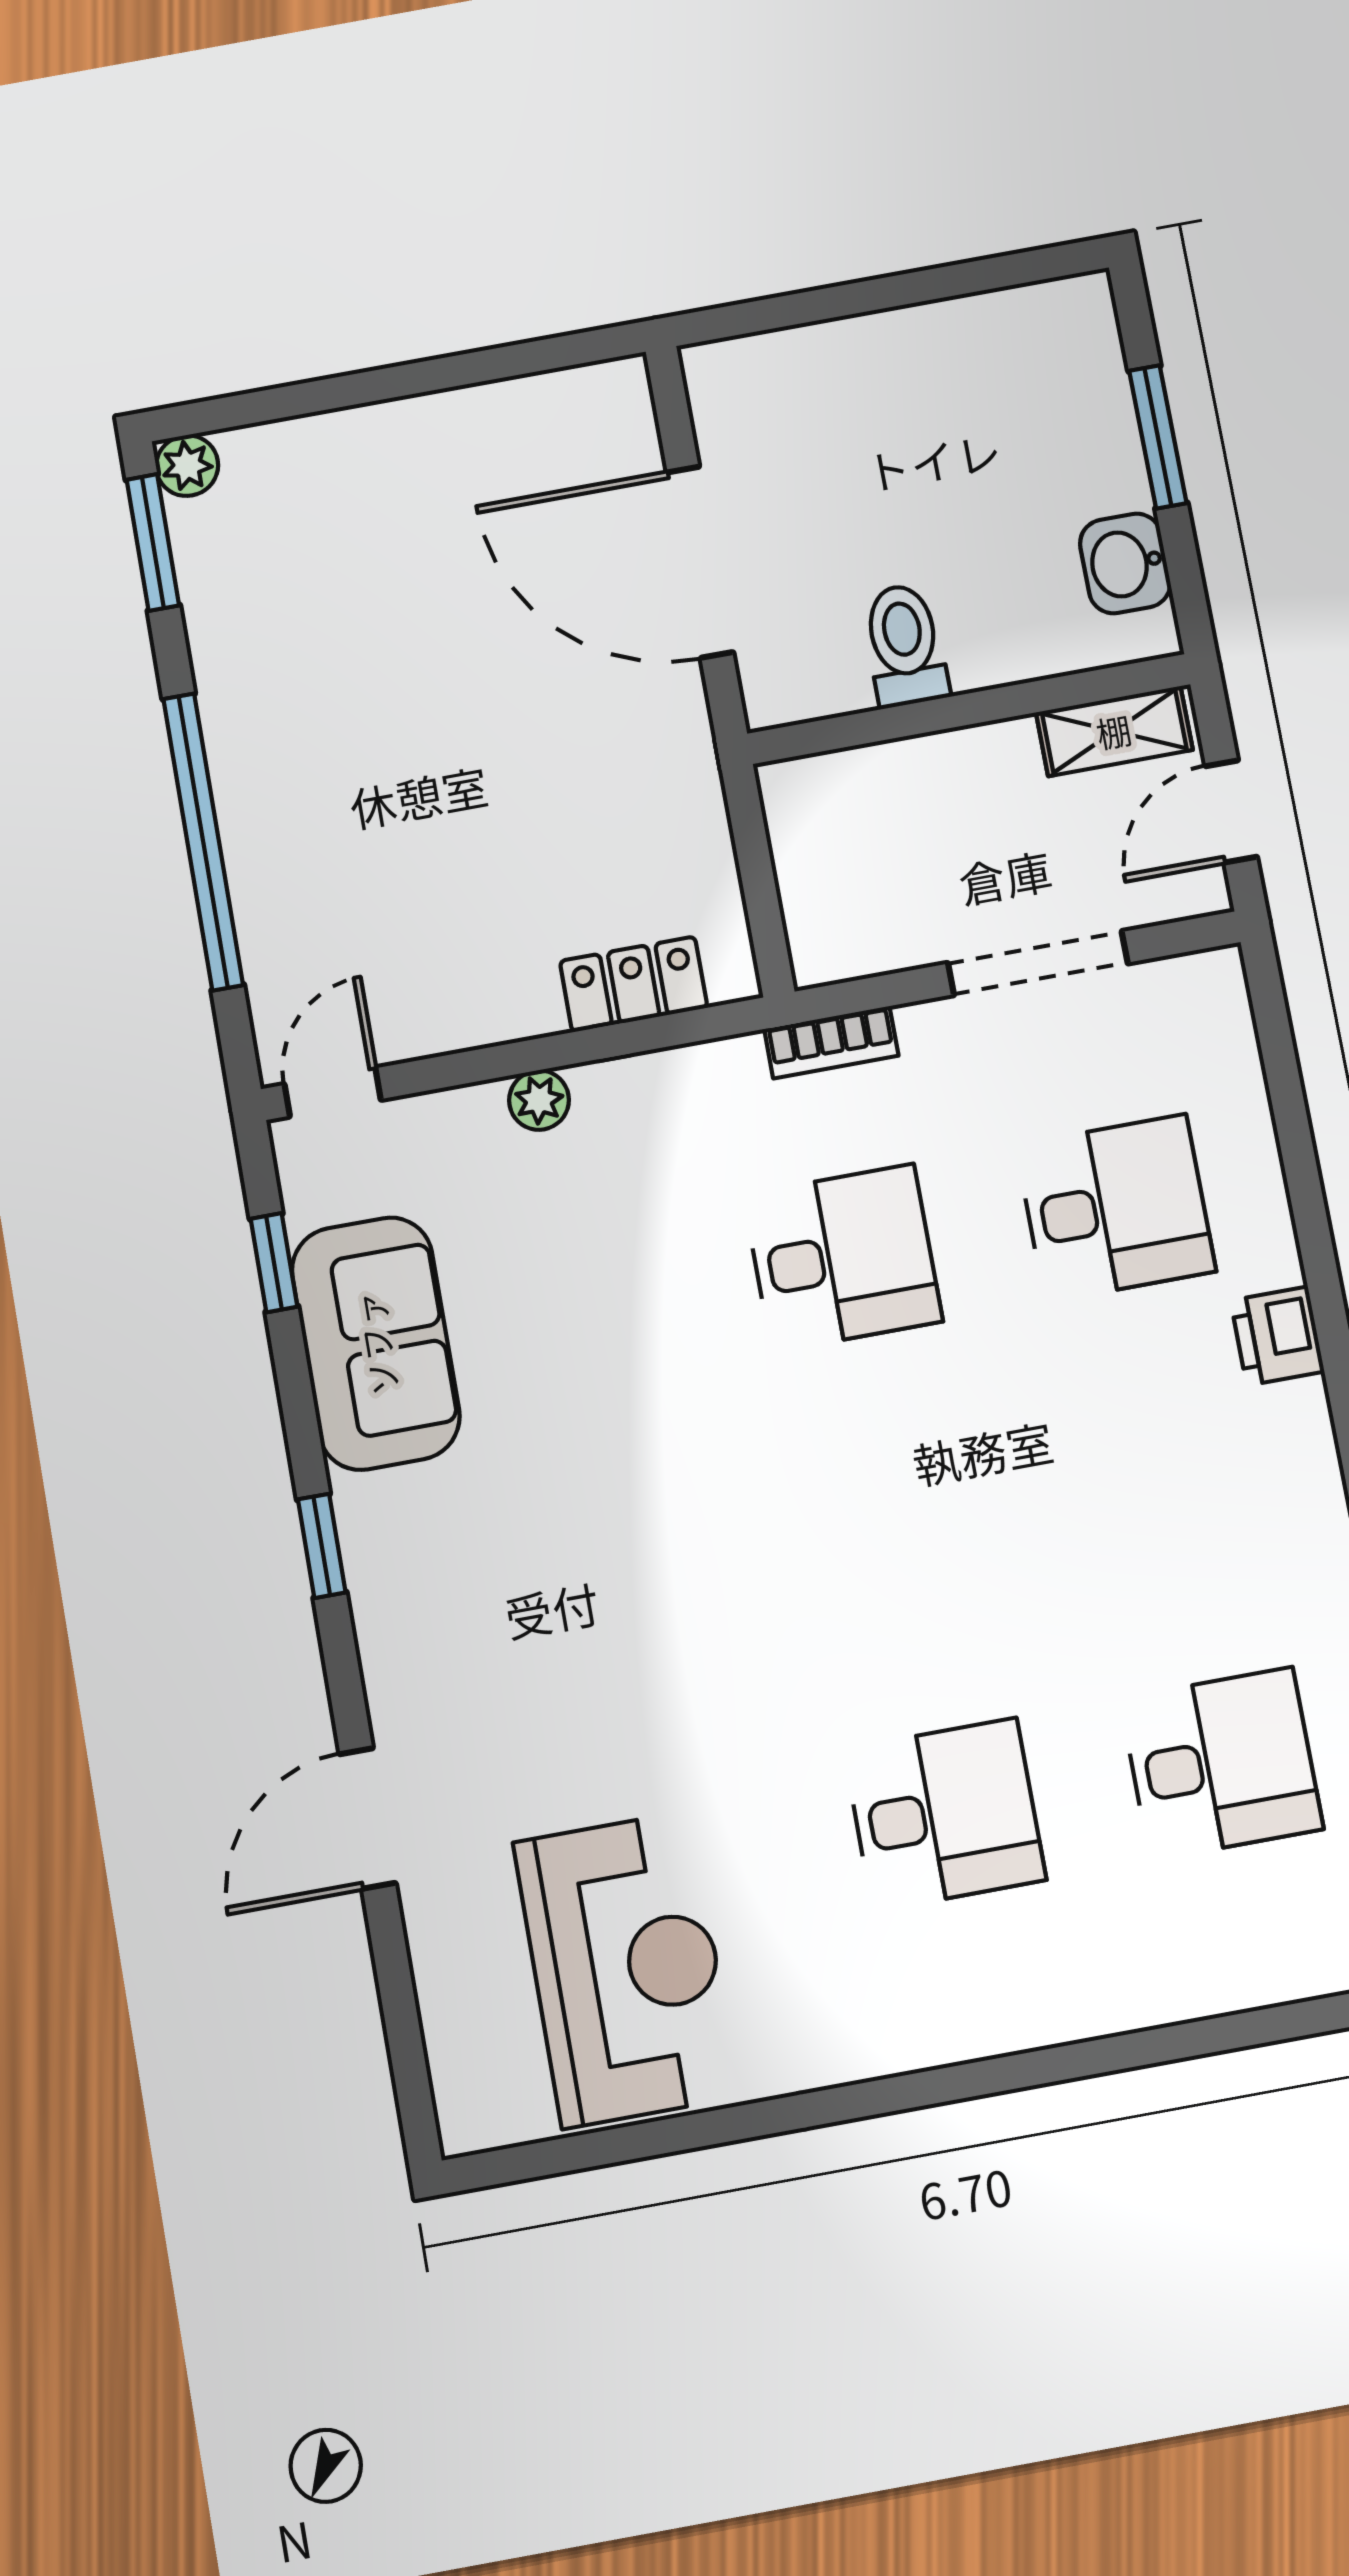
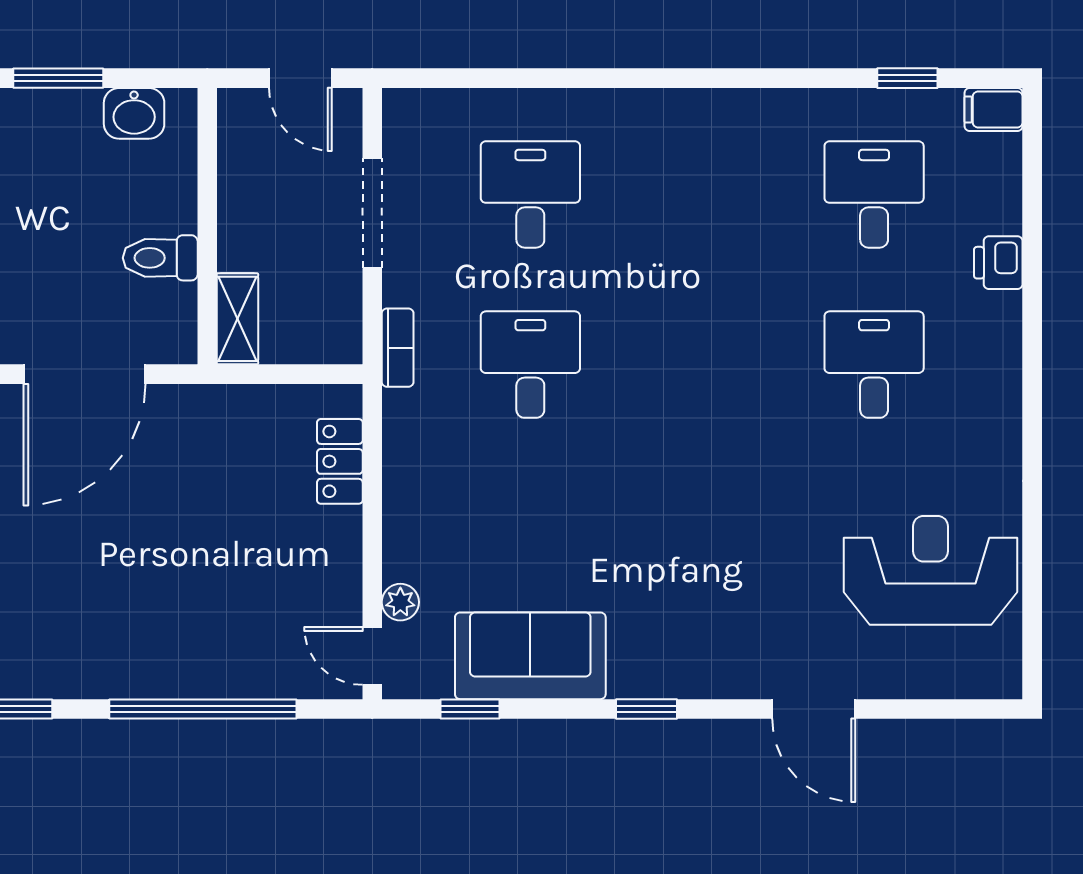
shelving: (1114, 731) -> (237, 319), moved
plant: (539, 1100) -> (400, 602), moved
printer: (1277, 1336) -> (998, 263), moved, turned 90

